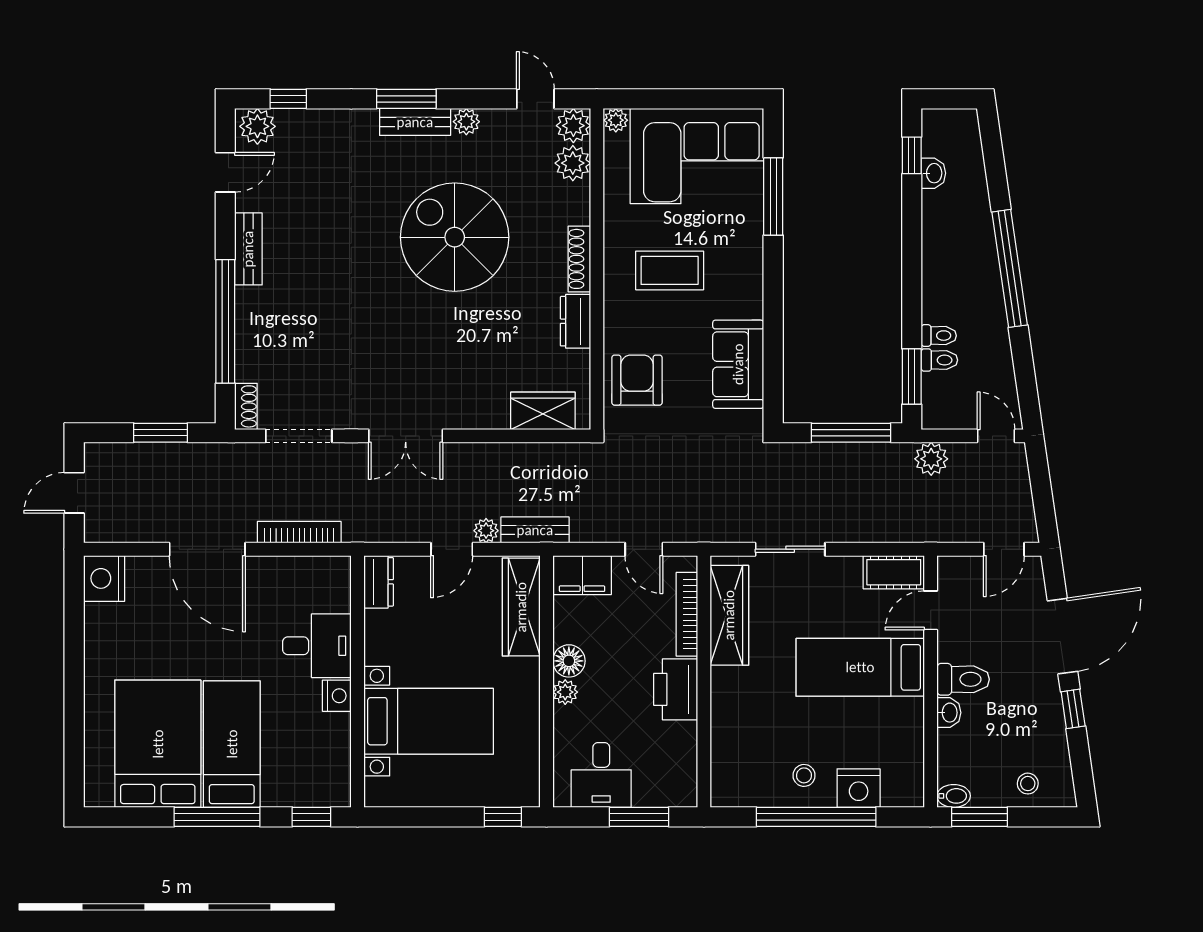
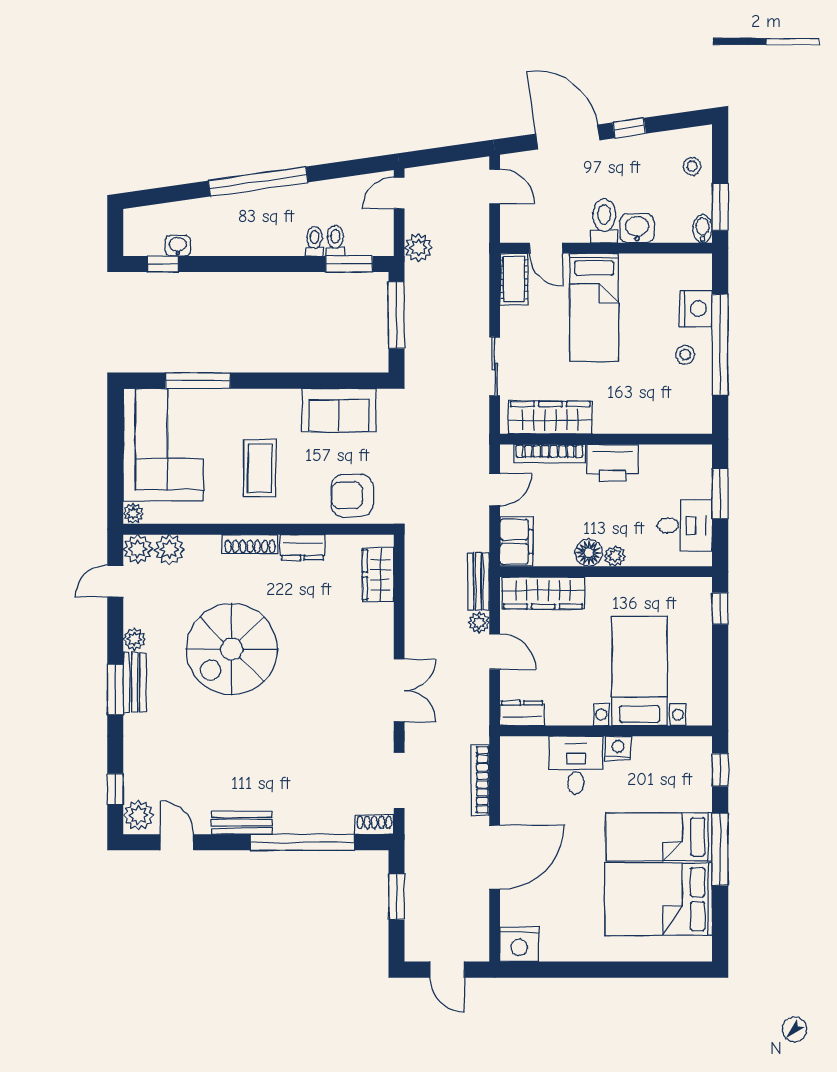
washbasin: (949, 713) -> (637, 228), width x1.38, depth x1.45

